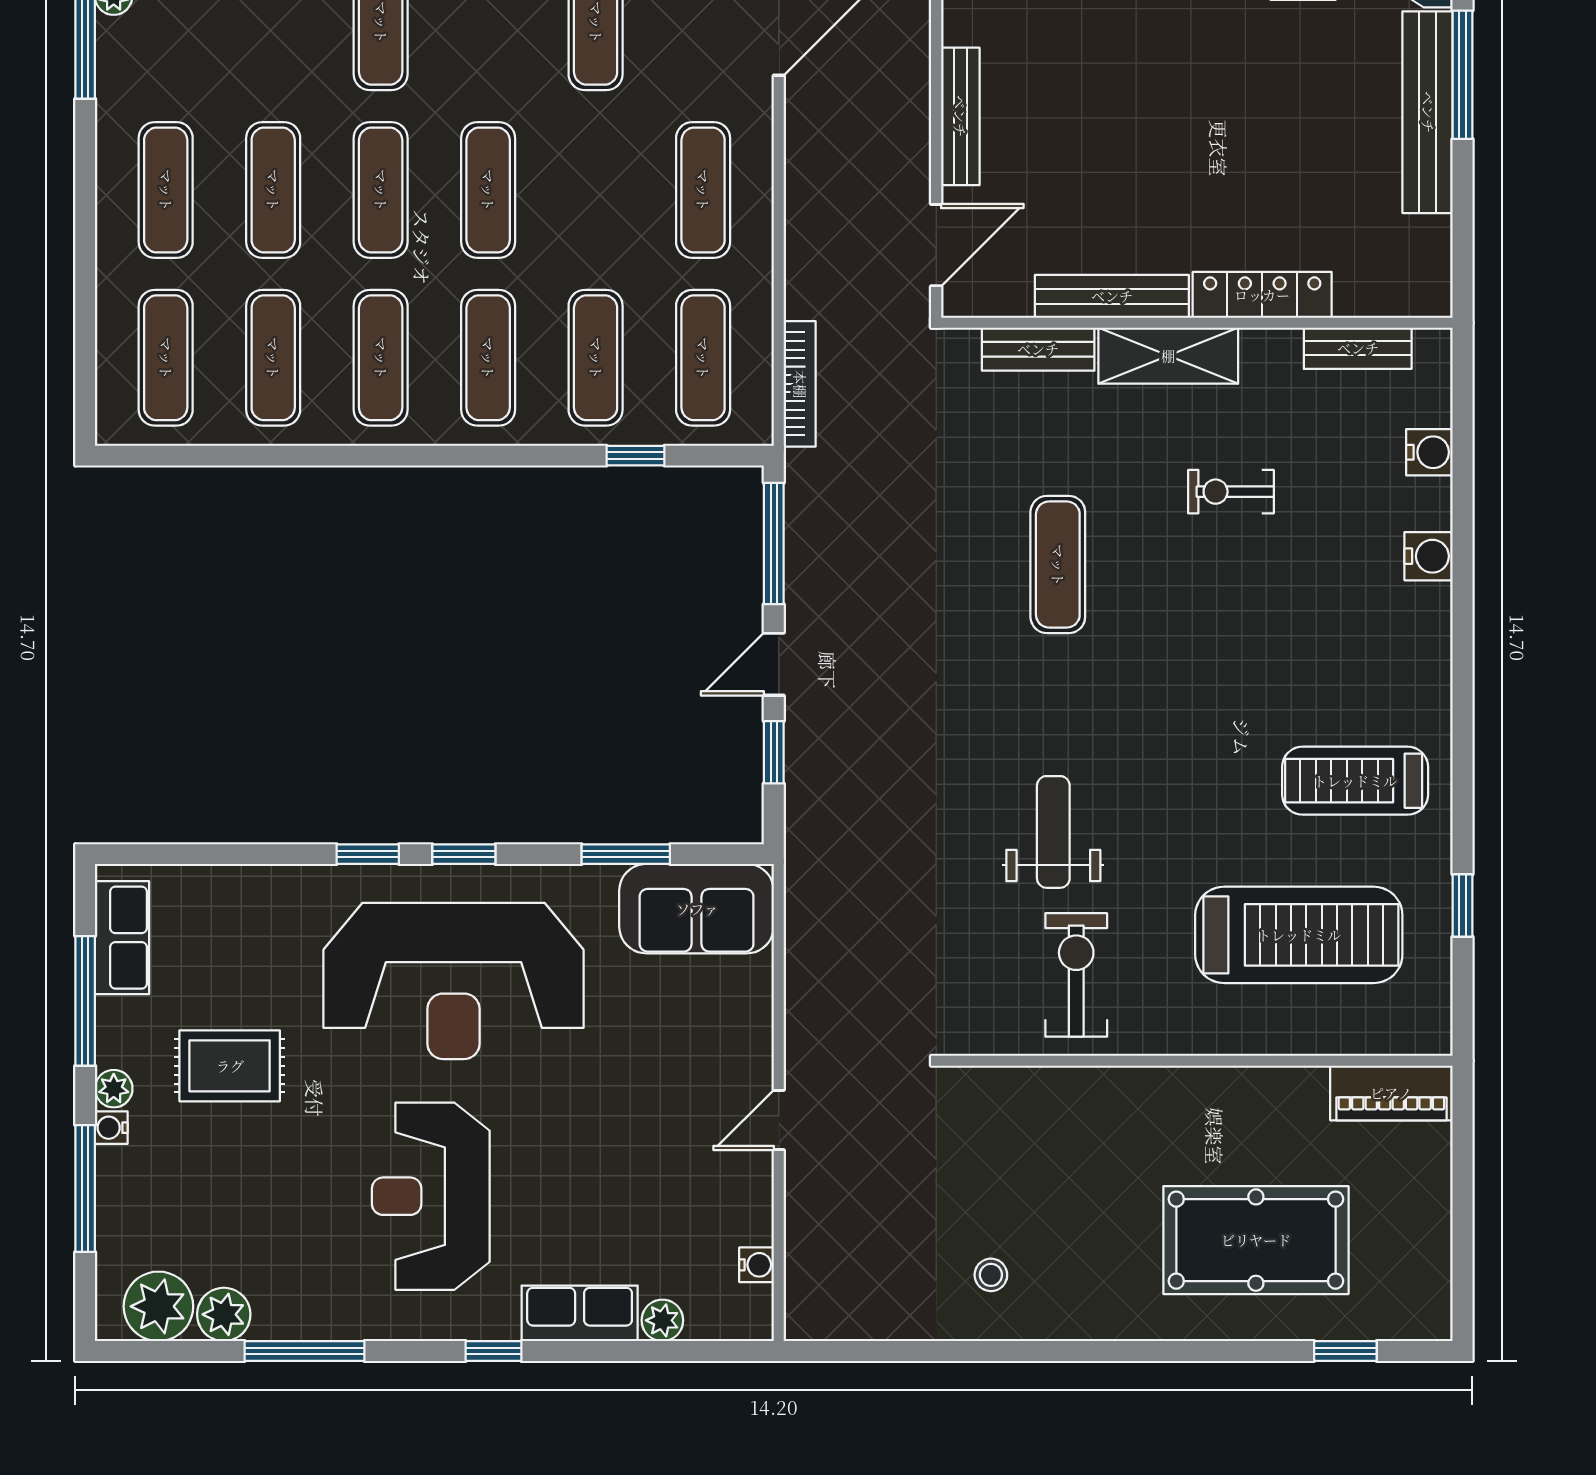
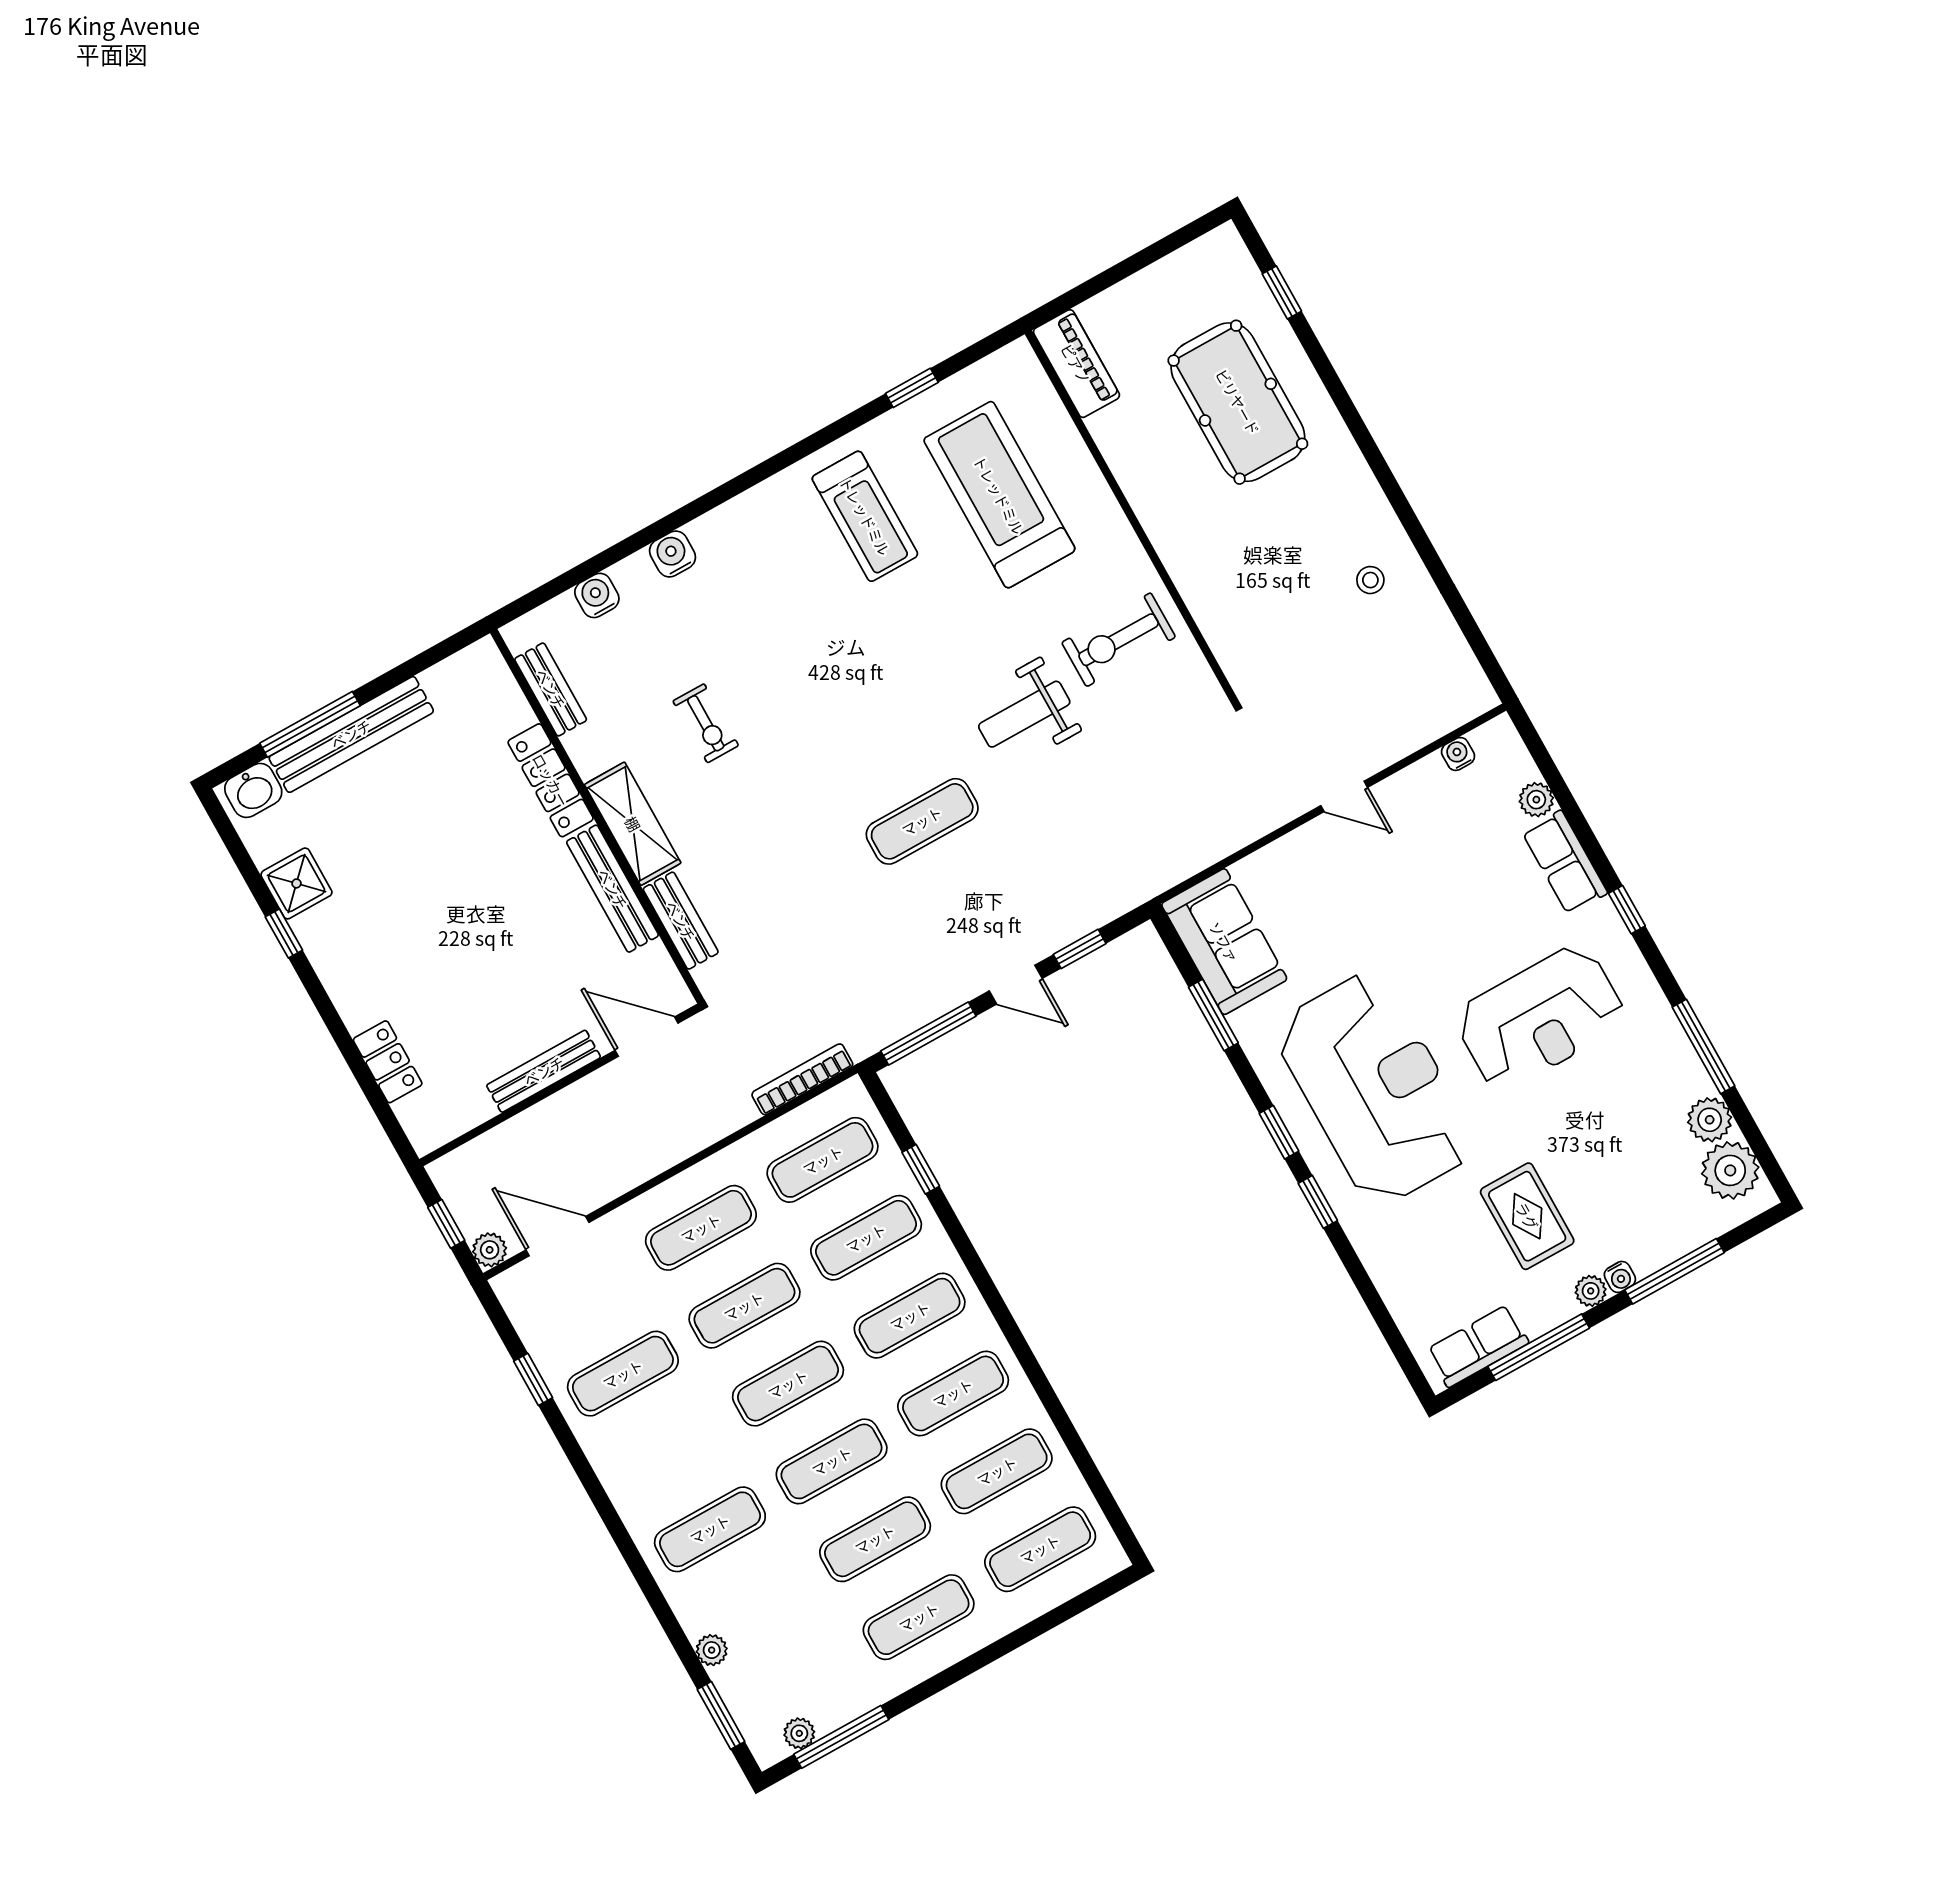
exercise mat: (596, 190) -> (744, 1306), added
exercise mat: (1058, 565) -> (922, 821), moved

